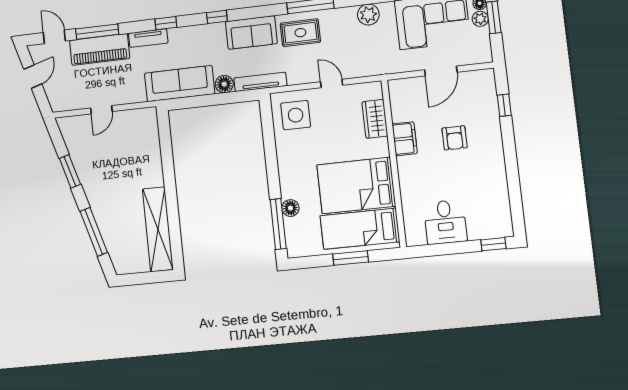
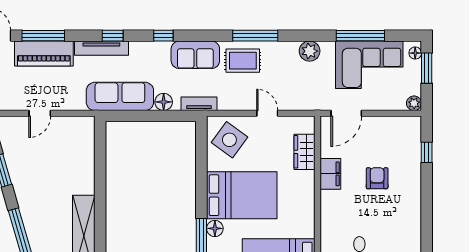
plant: (480, 19) -> (414, 103), moved
tv unit: (148, 38) -> (101, 48), width x1.41
door: (441, 71) -> (346, 113), moved
tv unit: (260, 82) -> (199, 104), width x0.71
side table: (296, 115) -> (229, 140), turned 36
armchair: (455, 138) -> (377, 178), turned 180
bed: (356, 186) -> (242, 195), moved, turned 180

